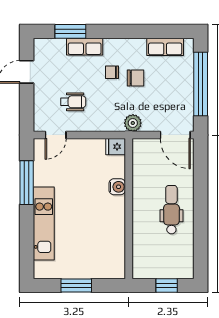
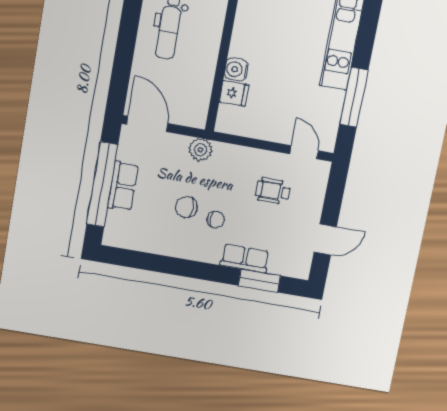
row of seats: (165, 47) -> (123, 186), moved, turned 90
door: (56, 135) -> (304, 152), hinge flipped
fridge: (116, 147) -> (234, 93), moved

